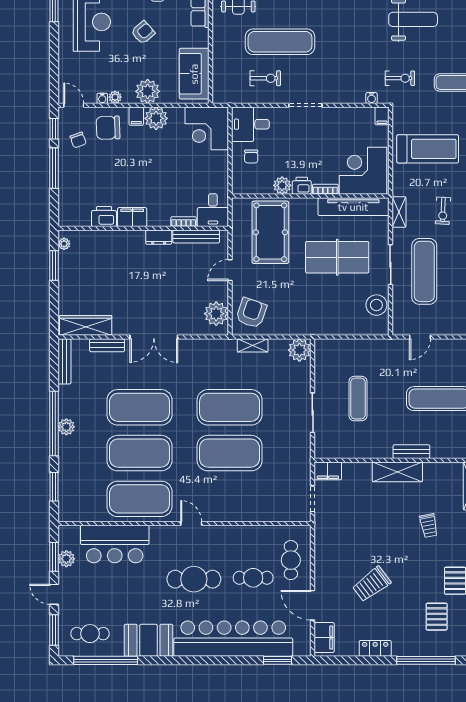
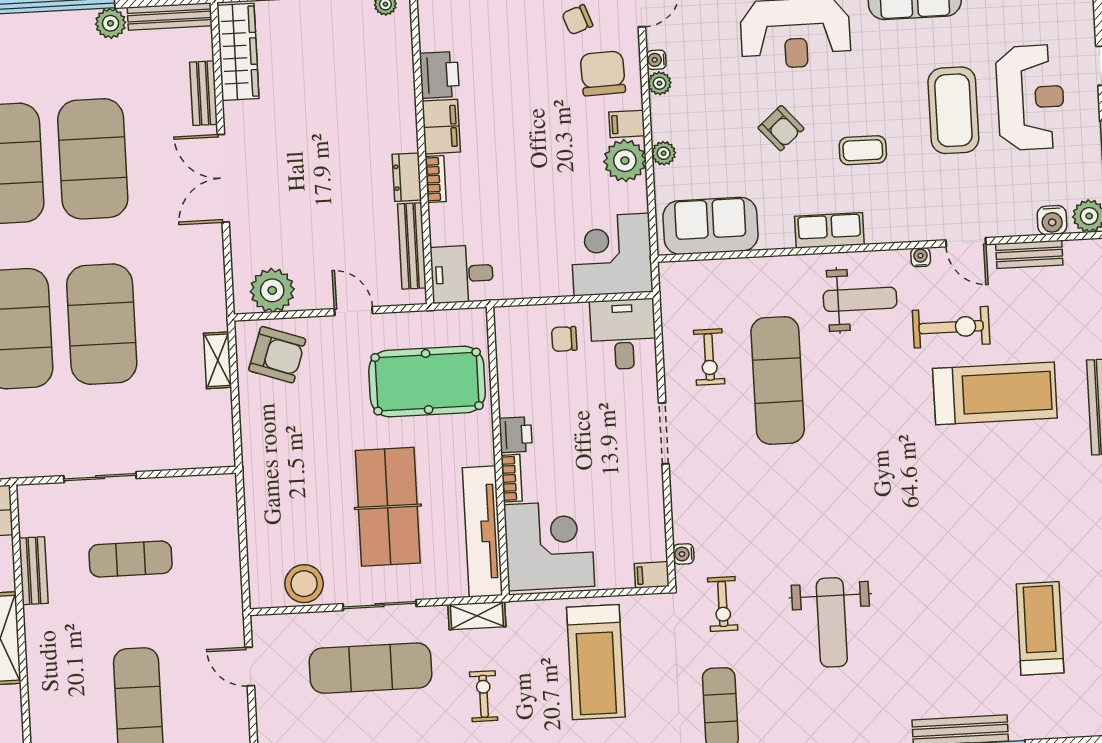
plant: (148, 91) -> (664, 153), width x0.53, depth x0.53
plant: (282, 185) -> (514, 399), removed
exercise bike: (443, 211) -> (484, 696), turned 87
bookcase: (184, 222) -> (436, 179), moved
plant: (299, 350) -> (214, 447), removed
plant: (66, 427) -> (111, 23), moved
bench: (411, 452) -> (34, 571), moved

